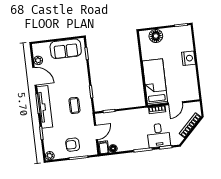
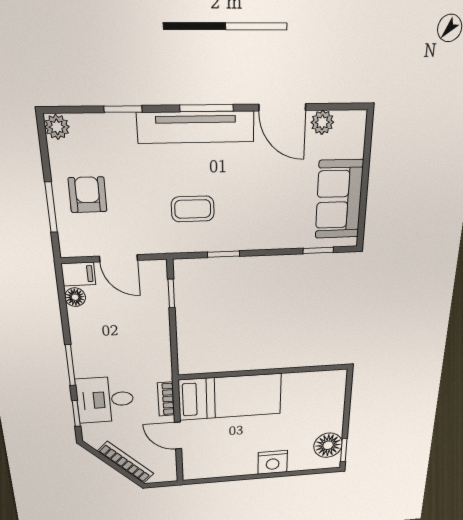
floor lamp: (156, 36) -> (328, 445), moved
door: (35, 76) -> (282, 107), hinge flipped

